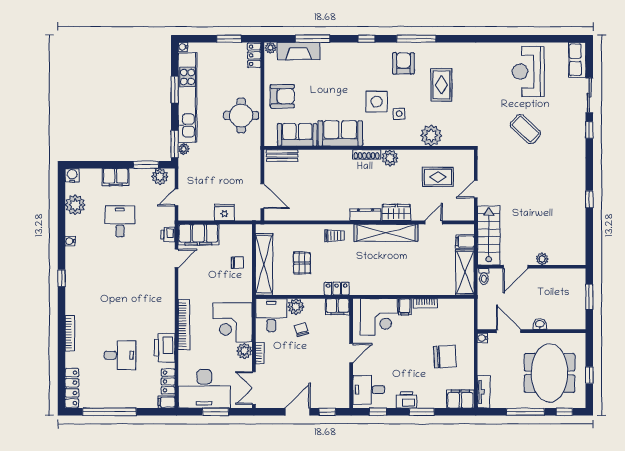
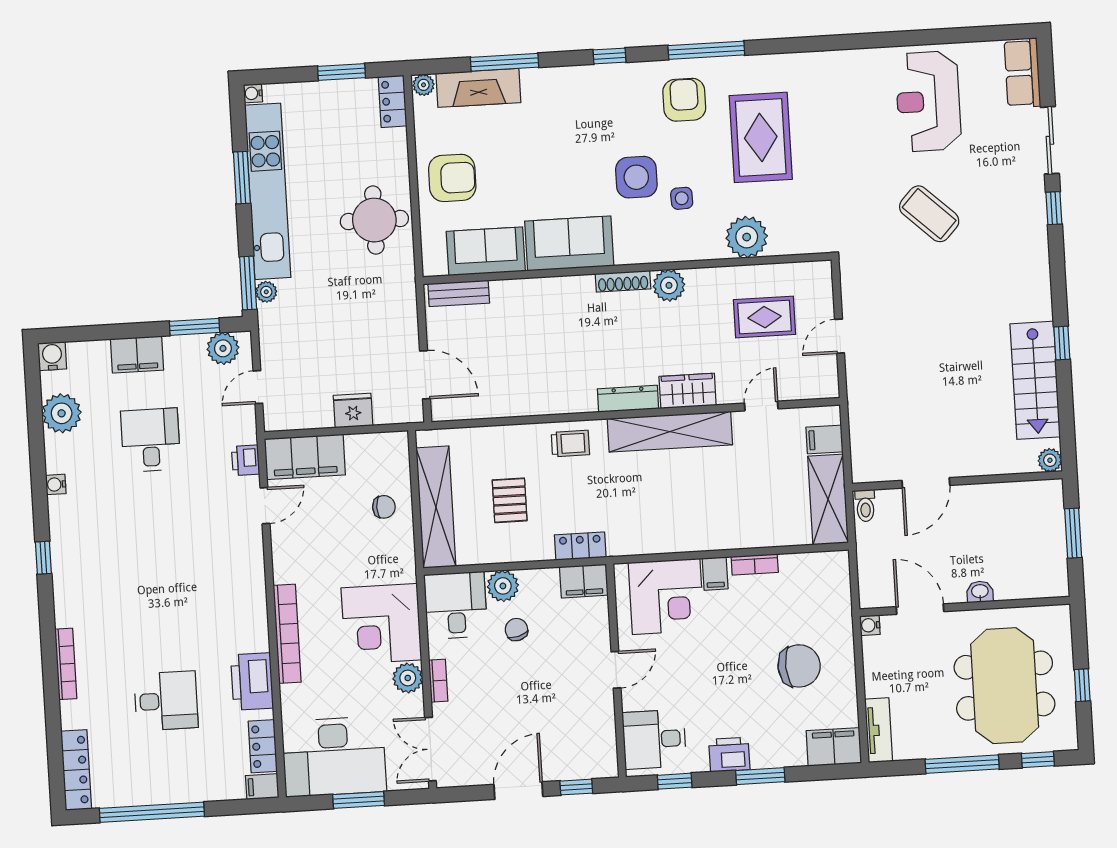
rug: (441, 85) -> (761, 137), width x1.36, depth x1.43
stairs: (489, 235) -> (1035, 380), moved, turned 180
plant: (542, 259) -> (1050, 460), moved

